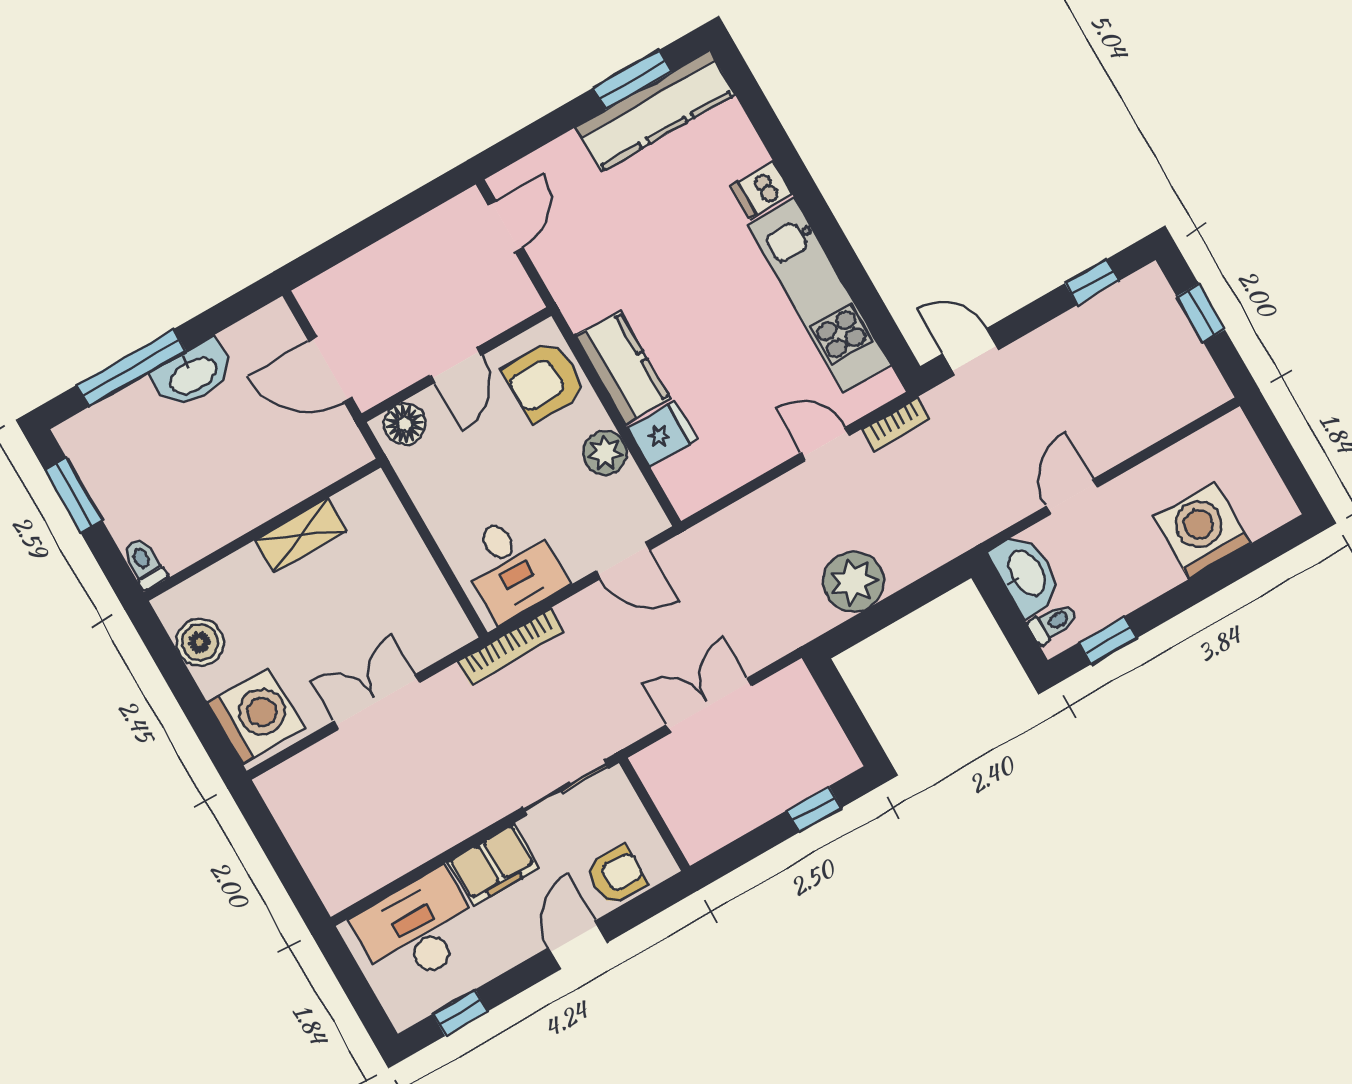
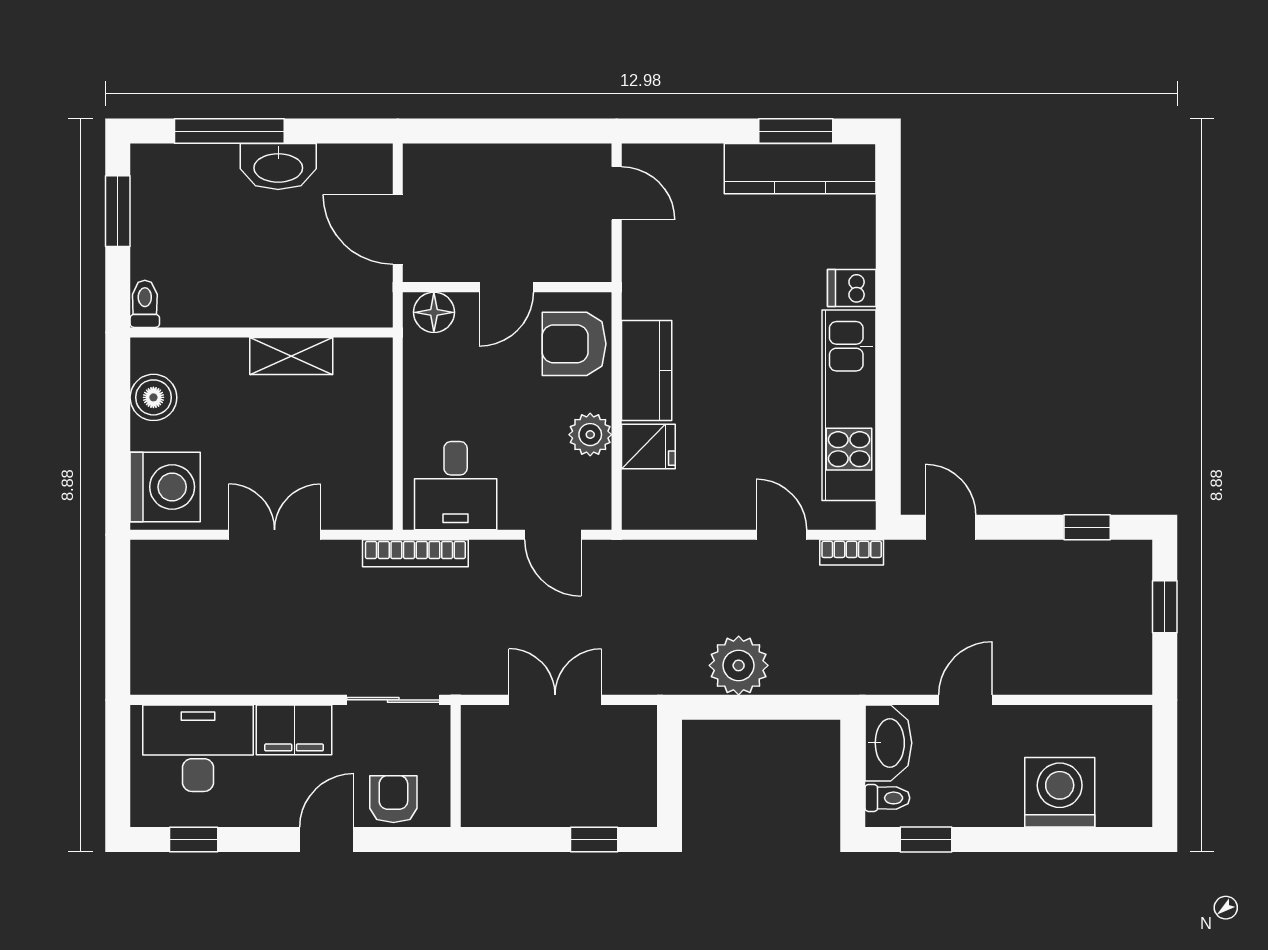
door: (506, 226) -> (617, 193), hinge flipped
armchair: (616, 875) -> (393, 799), turned -90

